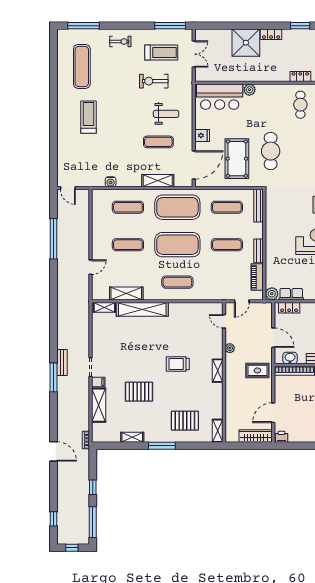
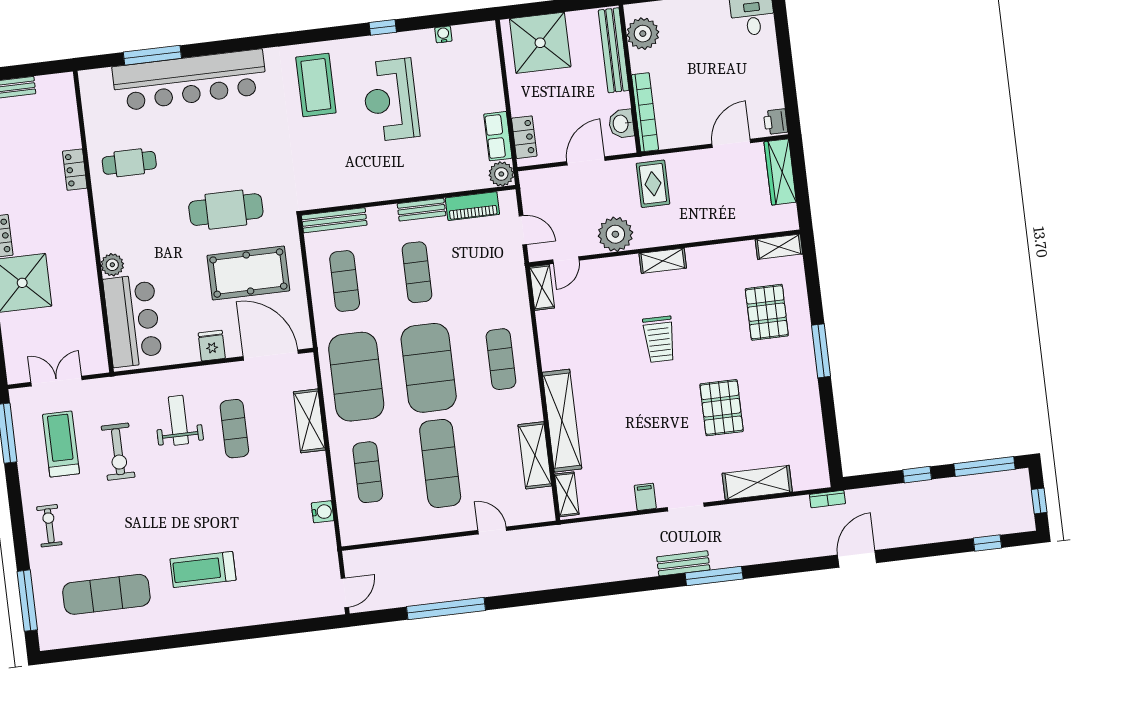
exercise mat: (128, 245) -> (440, 463), width x1.36, depth x1.45
plant: (230, 348) -> (615, 234), width x1.88, depth x1.88
filing cabinet: (98, 382) -> (645, 497), moved
door: (273, 413) -> (731, 143), swing flipped
shelving: (132, 437) -> (542, 287), moved

